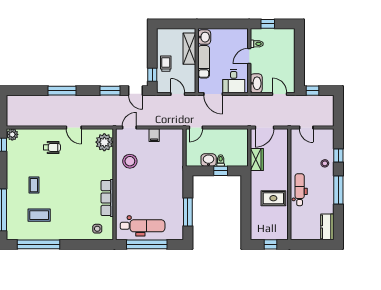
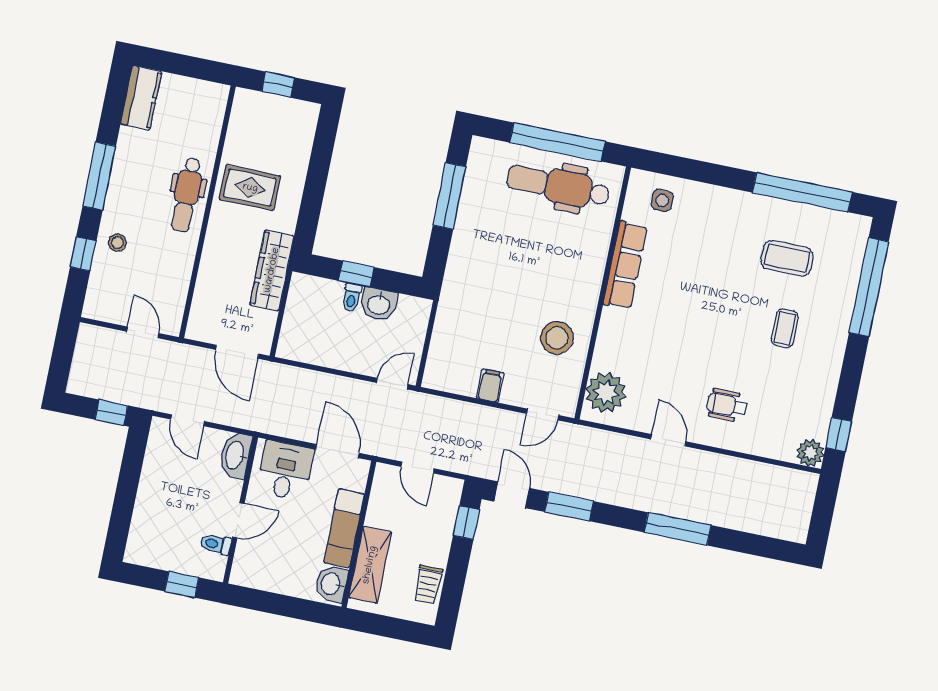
trolley: (166, 64) -> (428, 584), moved
door: (264, 127) -> (237, 352), swing flipped
wardrobe: (257, 159) -> (272, 270), width x1.50

